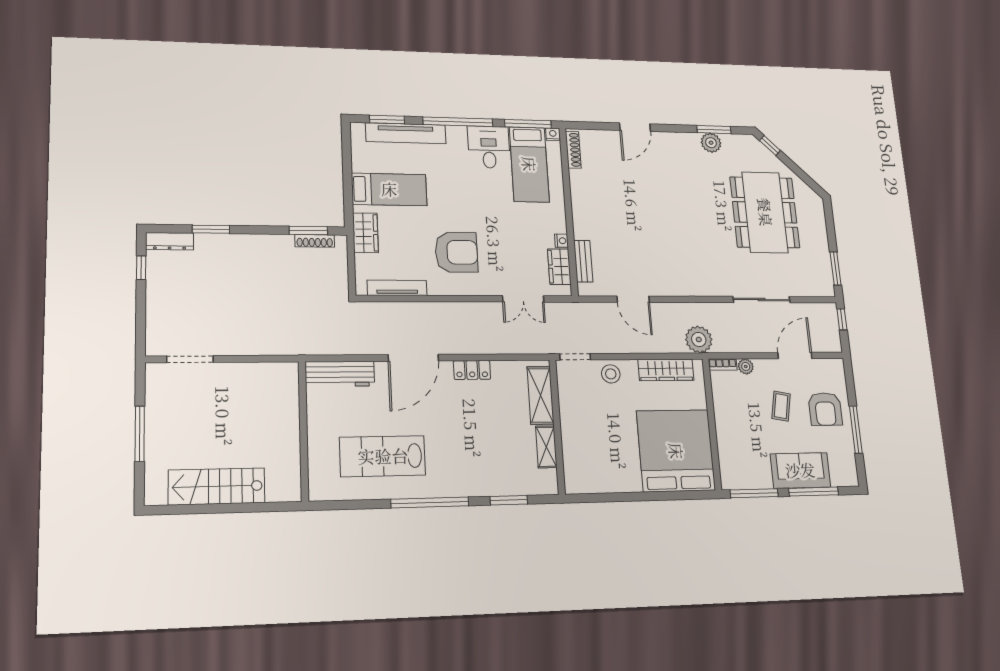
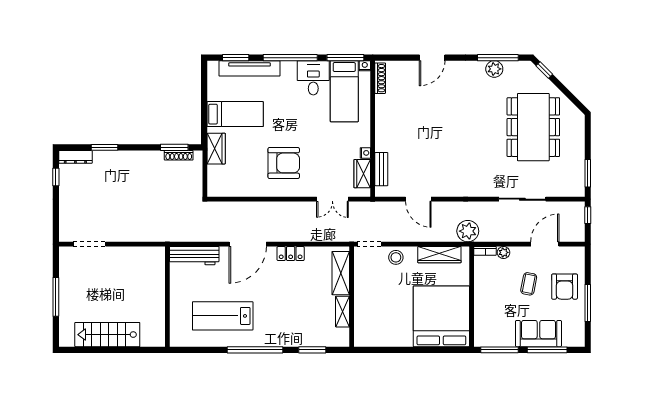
window: (714, 130) -> (498, 58), width x1.44
tv unit: (397, 288) -> (238, 191), removed

